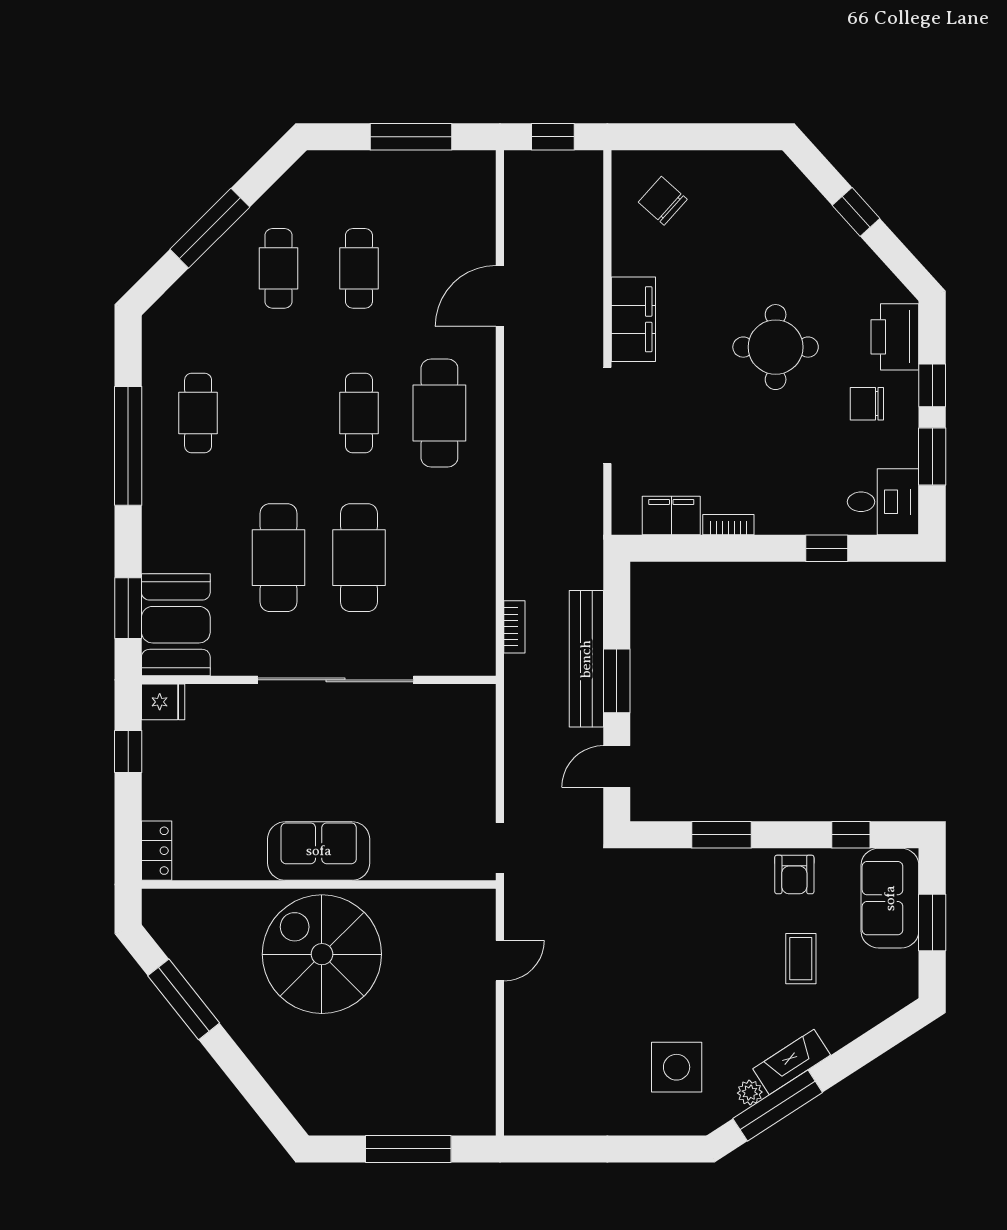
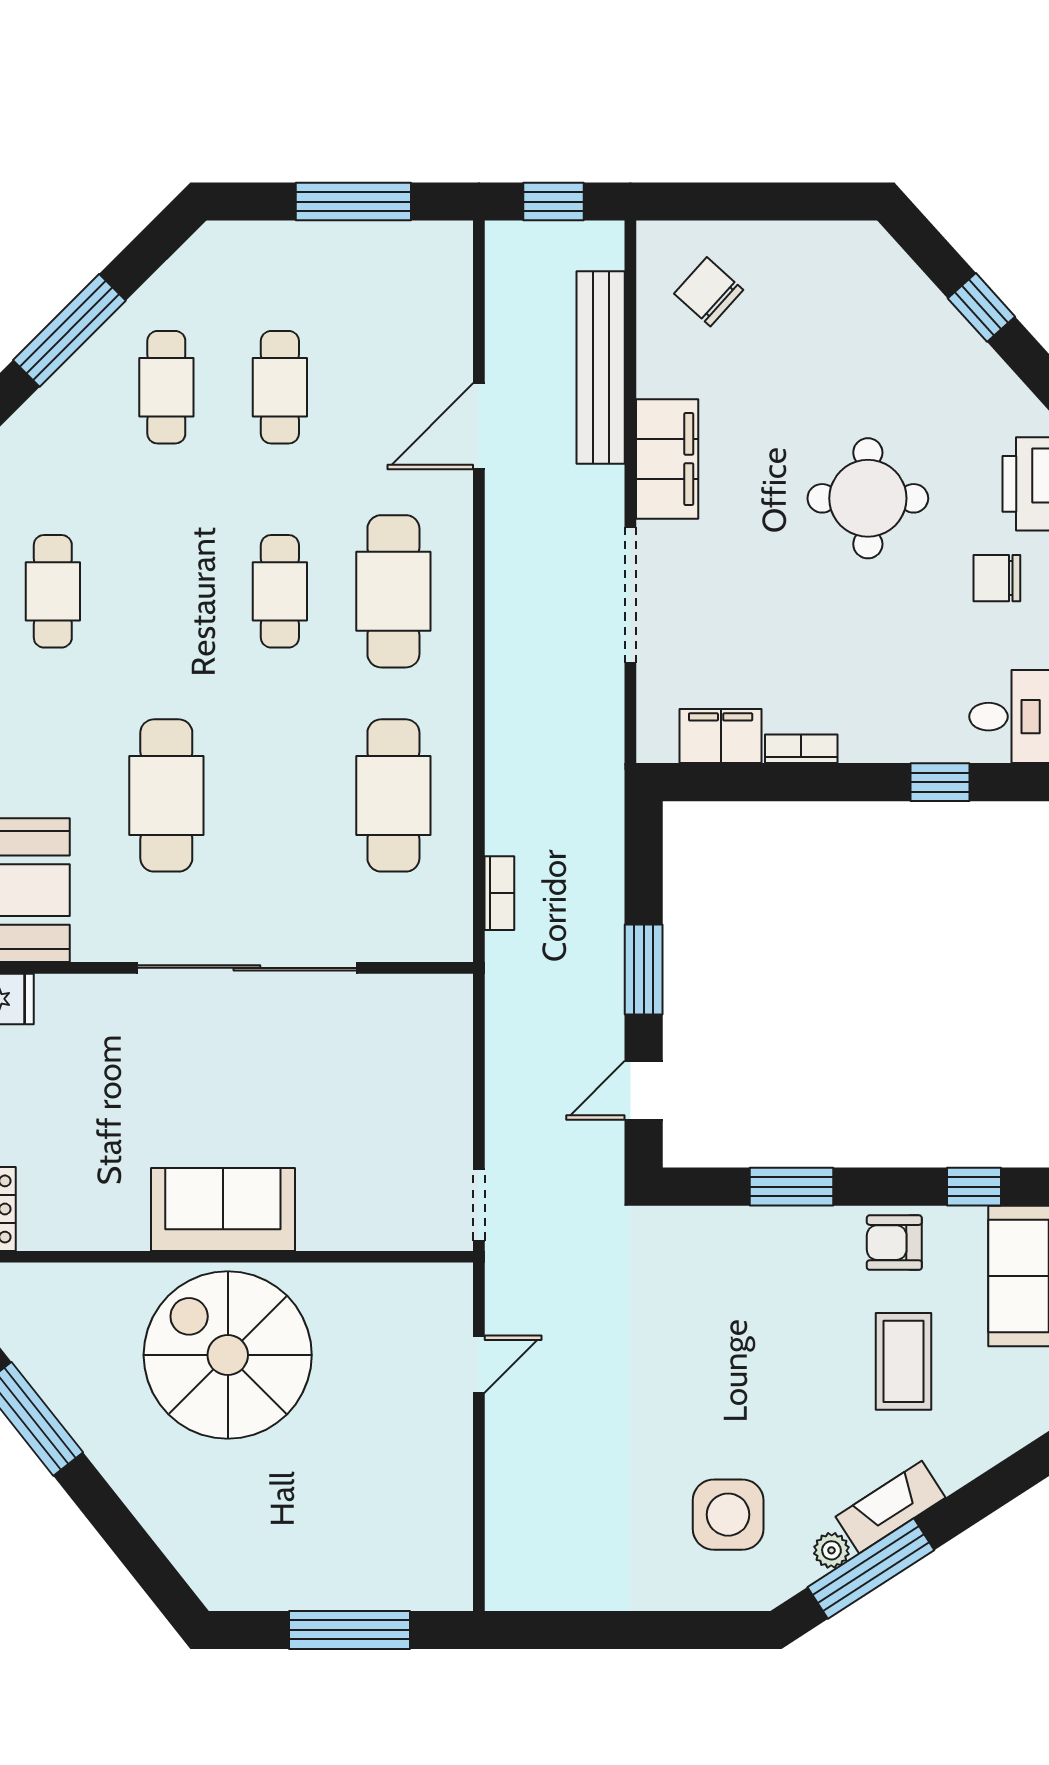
cafe table: (359, 558) -> (393, 795), moved
bench: (586, 659) -> (601, 367), moved
armchair: (794, 874) -> (894, 1243), turned 90
coffee table: (801, 959) -> (903, 1361), width x1.36, depth x1.30

